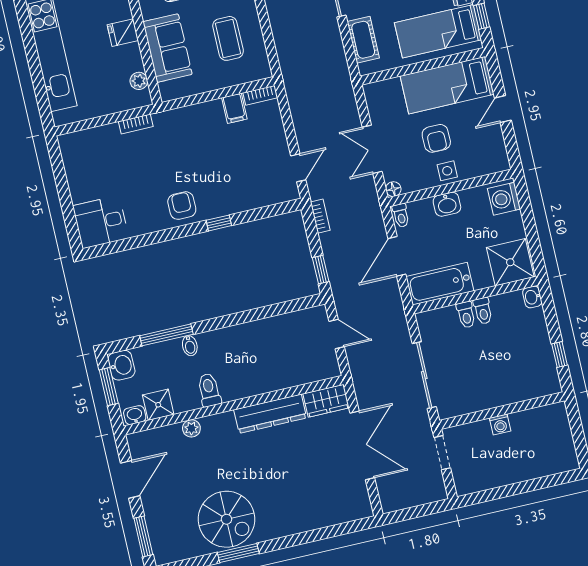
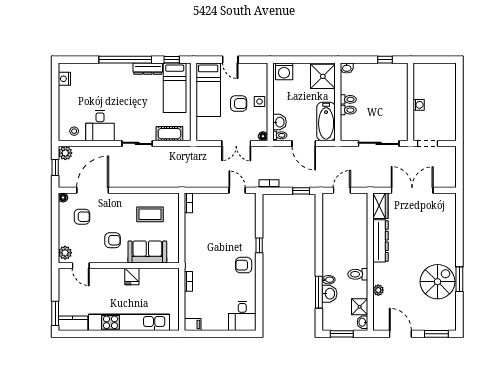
plant: (139, 81) -> (163, 274), removed
filing cabinet: (234, 108) -> (193, 324), moved
washbasin: (447, 204) -> (279, 122), moved
washbasin: (121, 365) -> (330, 294), moved, turned 90

